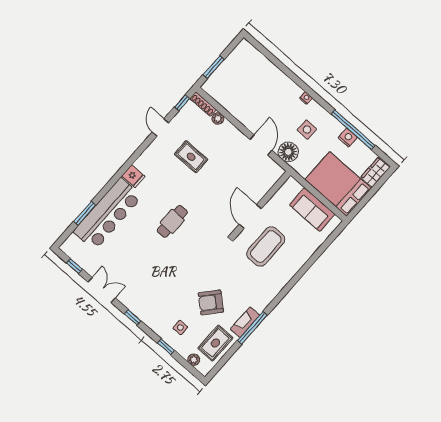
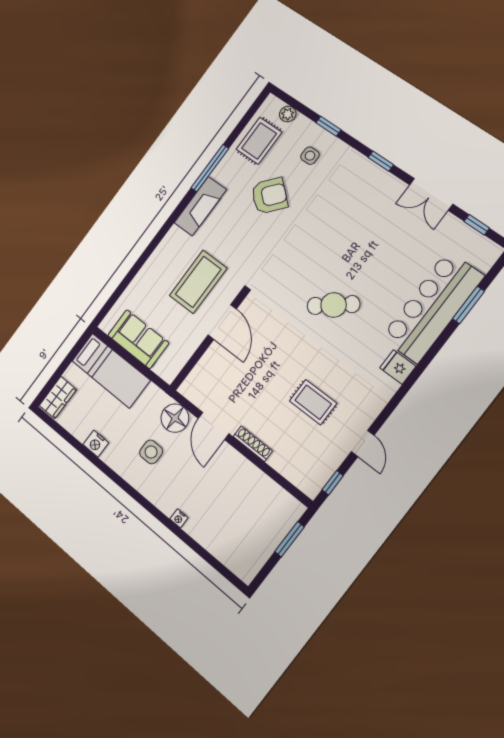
nightstand: (306, 98) -> (179, 518), moved
shoe rack: (203, 104) -> (253, 444), moved
plant: (218, 119) -> (278, 461), removed
window: (353, 130) -> (89, 455), removed
bed: (338, 184) -> (111, 371), width x0.67
cafe table: (172, 221) -> (334, 305), turned 51
fireplace: (245, 322) -> (200, 206), moved, width x1.37, depth x1.32

